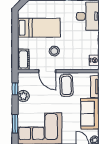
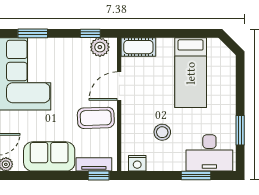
stool: (54, 51) -> (162, 132), moved
plant: (23, 96) -> (100, 47), moved

